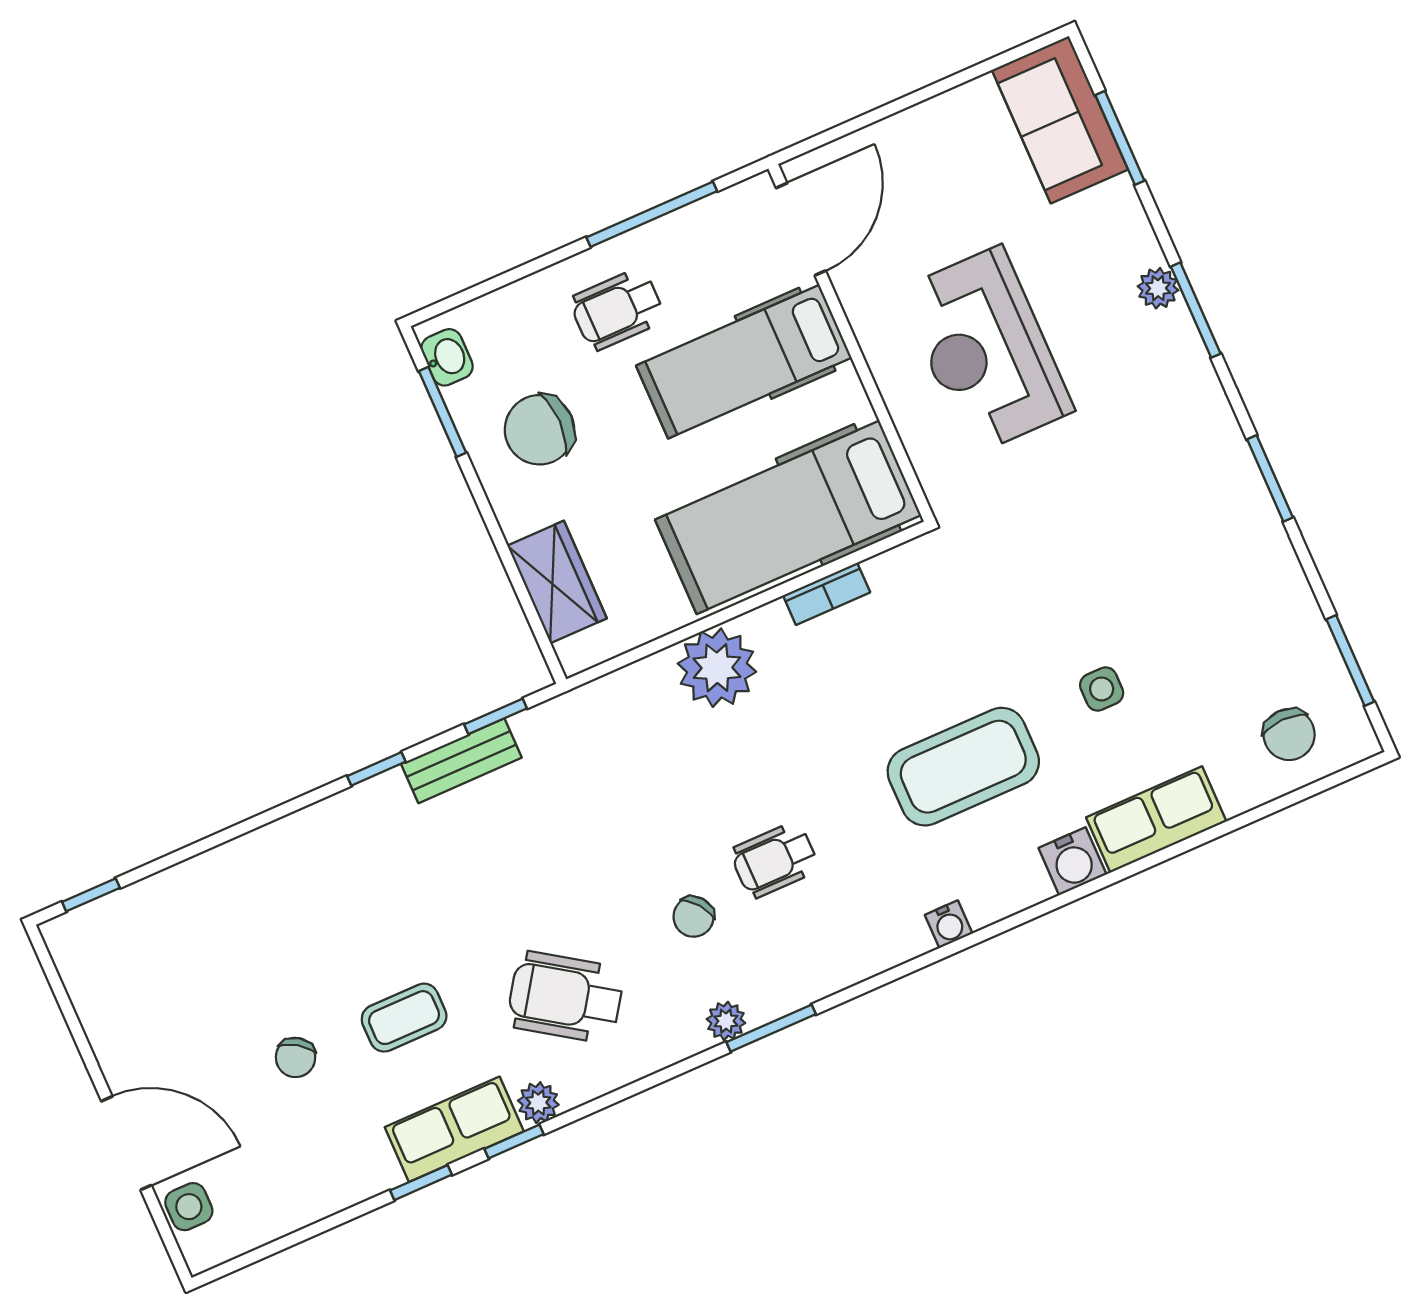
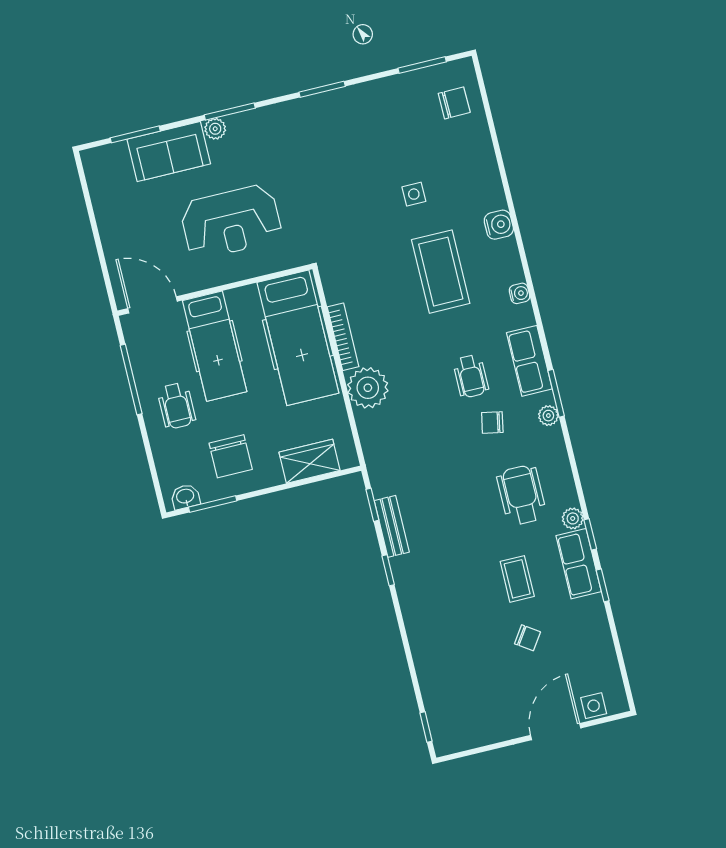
sofa: (1060, 120) -> (169, 152), moved
bookcase: (827, 594) -> (343, 337), width x1.56
row of seats: (1156, 819) -> (529, 361), moved
chair: (694, 917) -> (492, 422), turned 138
wheelchair: (565, 997) -> (522, 495), turned 146

